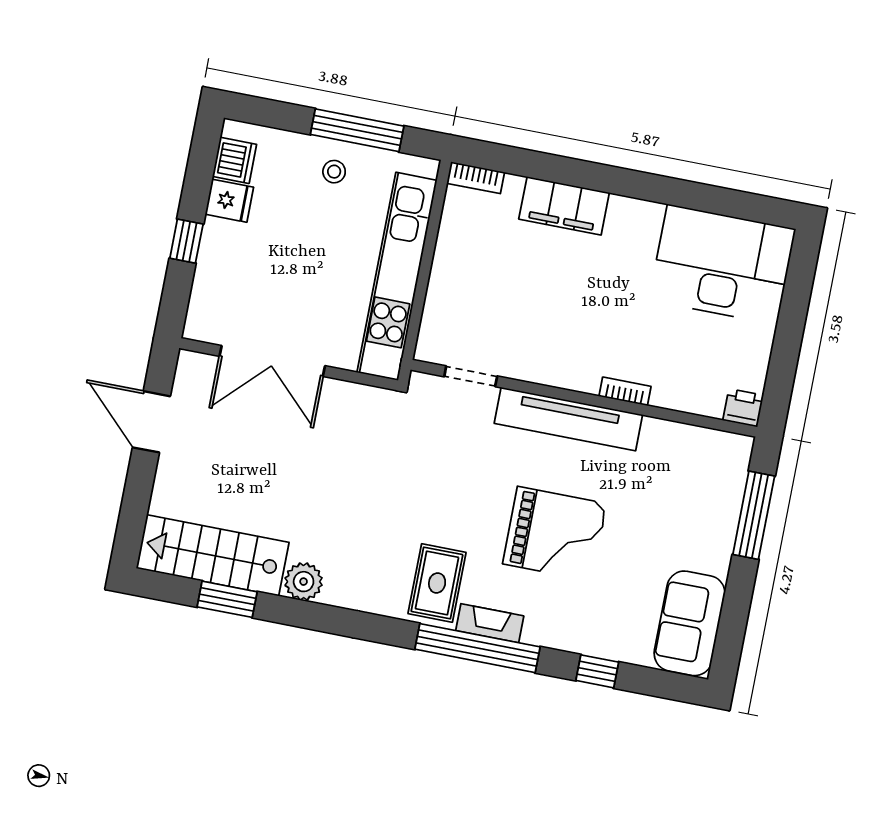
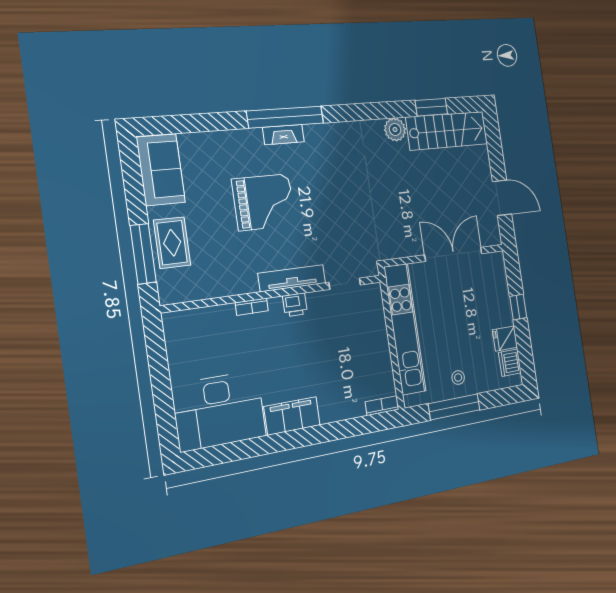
filing cabinet: (564, 206) -> (292, 416), moved
printer: (743, 408) -> (295, 305), moved
tv unit: (568, 419) -> (292, 278), width x0.73, depth x0.78
grand piano: (555, 534) -> (264, 202), turned 180
rug: (437, 583) -> (172, 243), moved
window: (597, 671) -> (209, 122), removed

